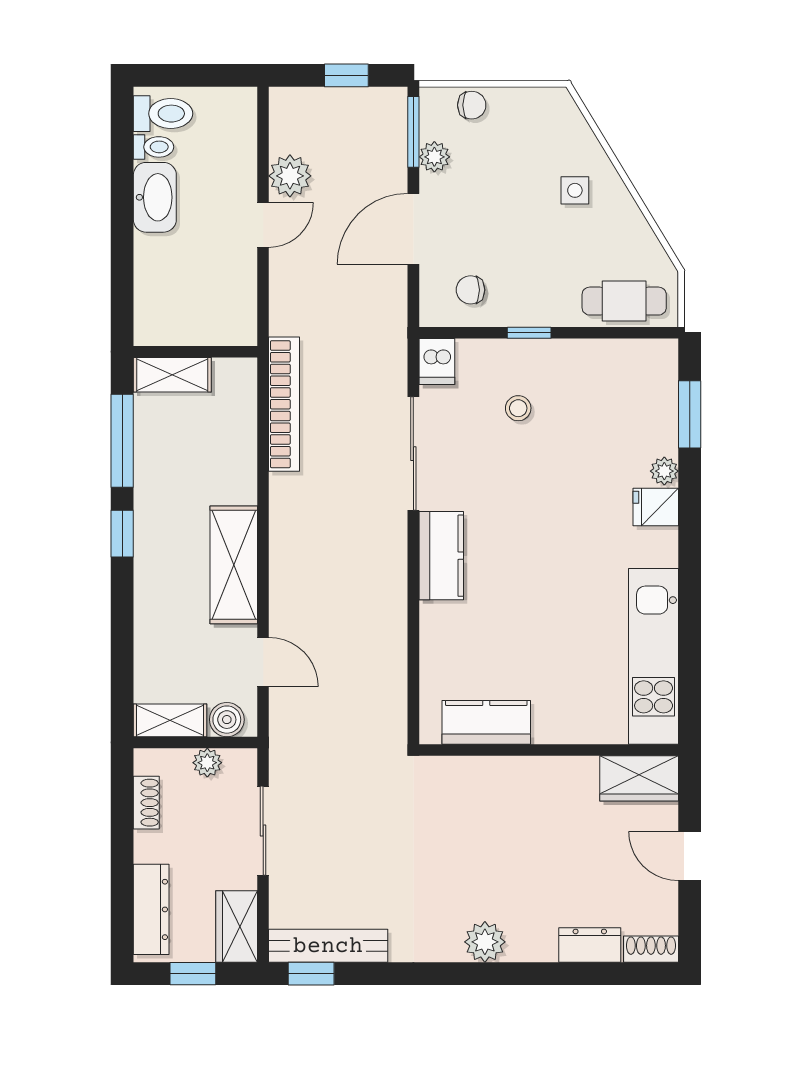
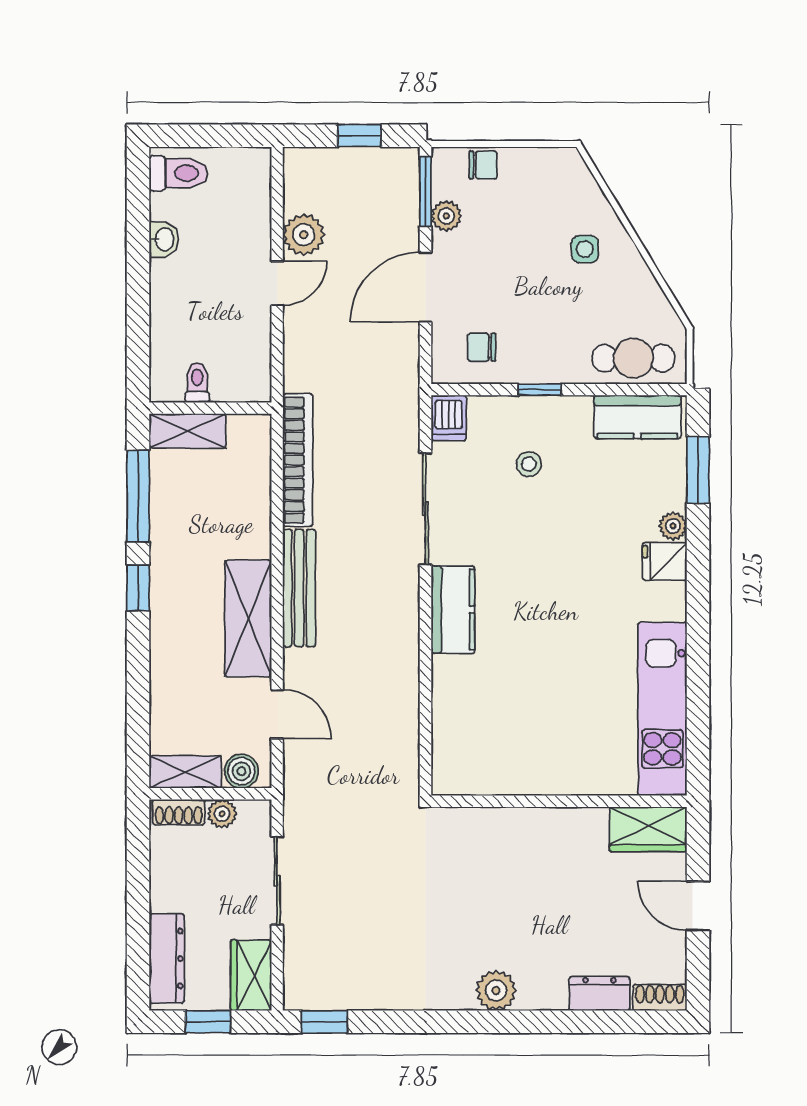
toilet: (154, 147) -> (197, 383), moved, turned -90
washbasin: (155, 197) -> (164, 239), width x0.52, depth x0.69
kitchen counter: (486, 722) -> (637, 417), moved, turned 180
shoe rack: (146, 803) -> (179, 812), moved, turned 90
bench: (328, 946) -> (299, 588), moved, turned 90

